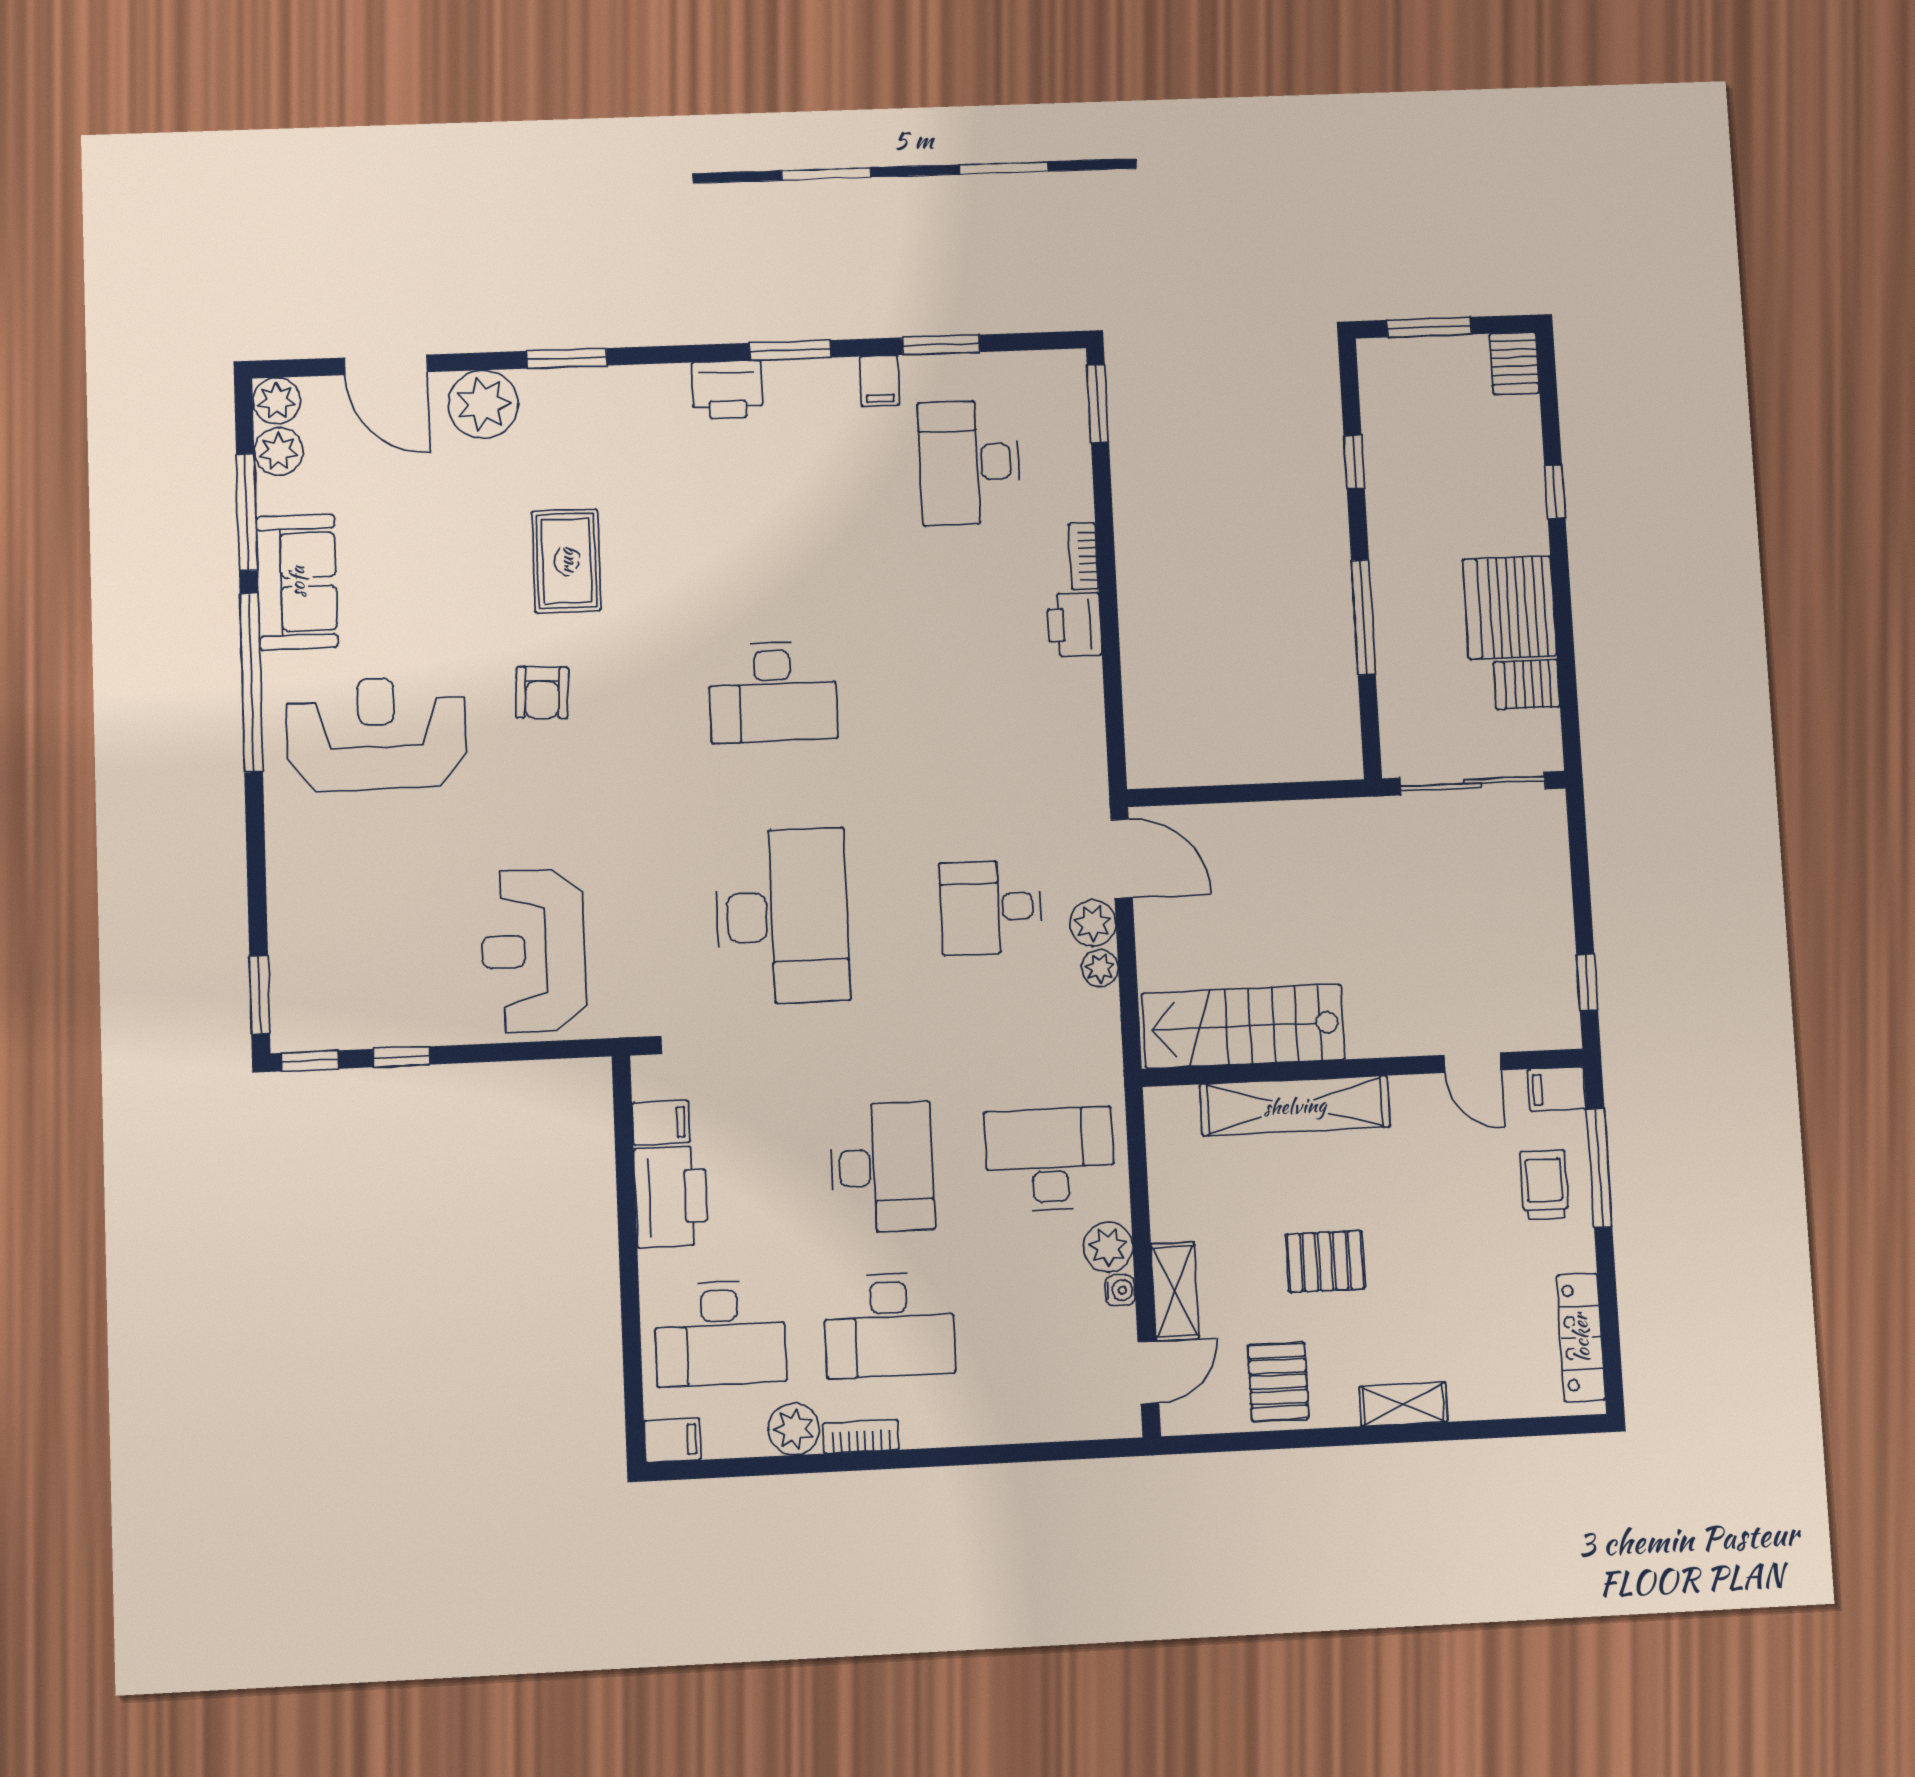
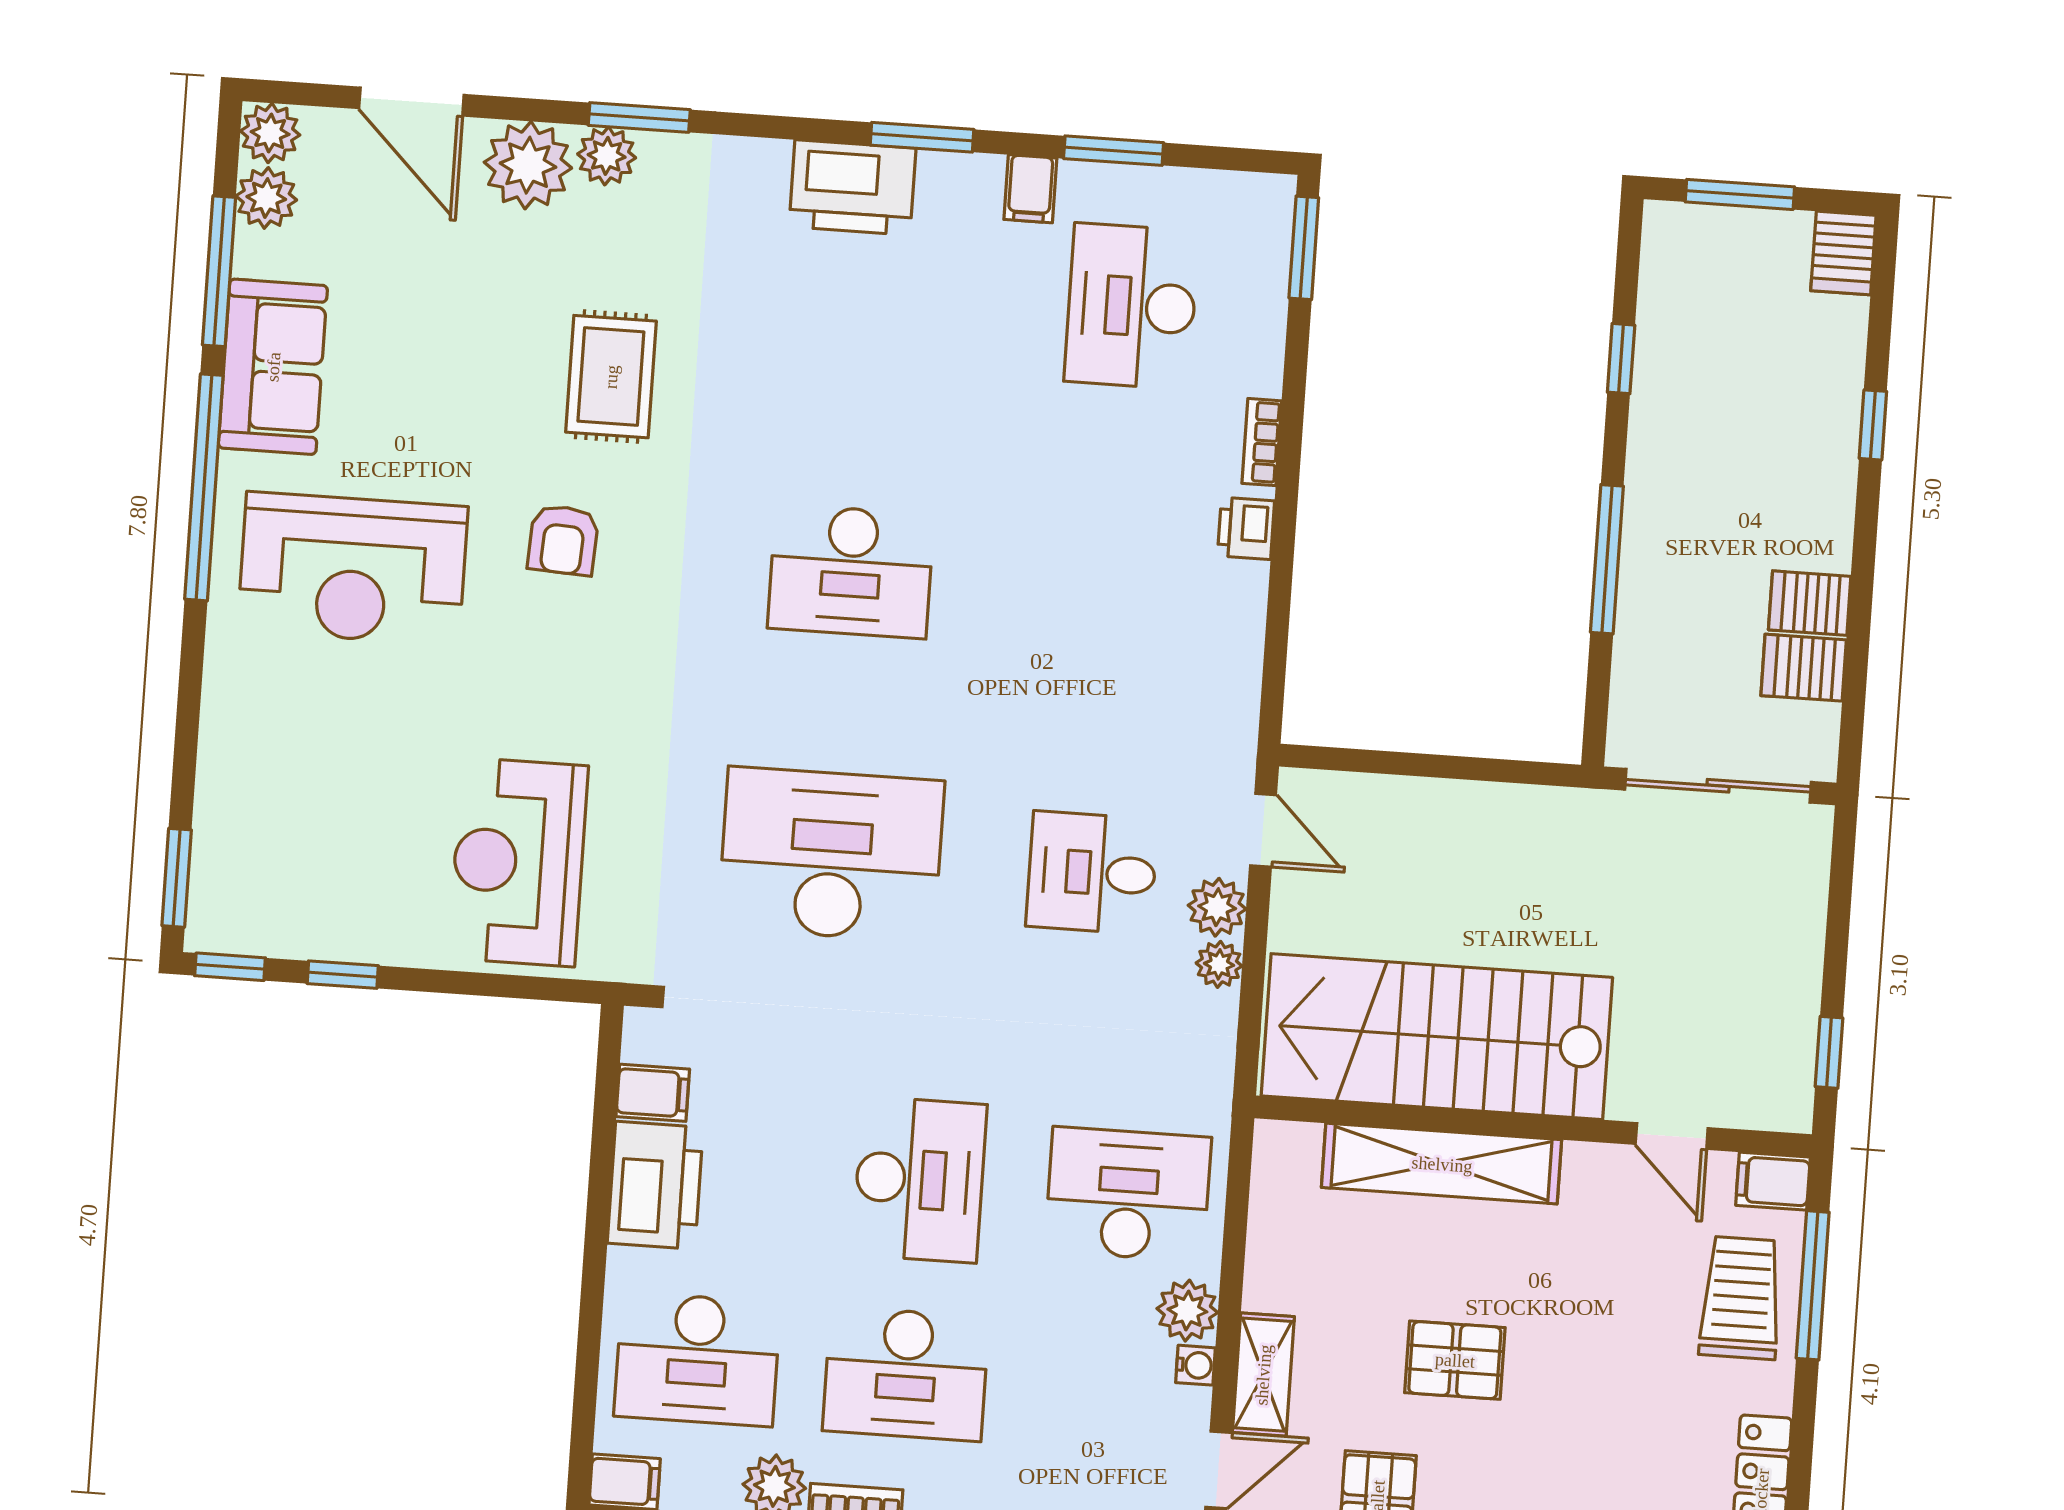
printer: (727, 390) -> (852, 188), width x1.37, depth x1.19
plant: (545, 391) -> (607, 156), added
server rack: (1510, 607) -> (1810, 603), width x0.46, depth x0.70
printer: (1074, 625) -> (1246, 528), width x0.73, depth x0.81
reception desk: (377, 733) -> (353, 569), turned 180
door: (1122, 858) -> (1263, 830), width x0.73
desk: (782, 916) -> (831, 854), turned -90
stairs: (1243, 1026) -> (1437, 1037), width x1.36, depth x1.51
trolley: (1544, 1185) -> (1741, 1298), width x1.36, depth x1.39

